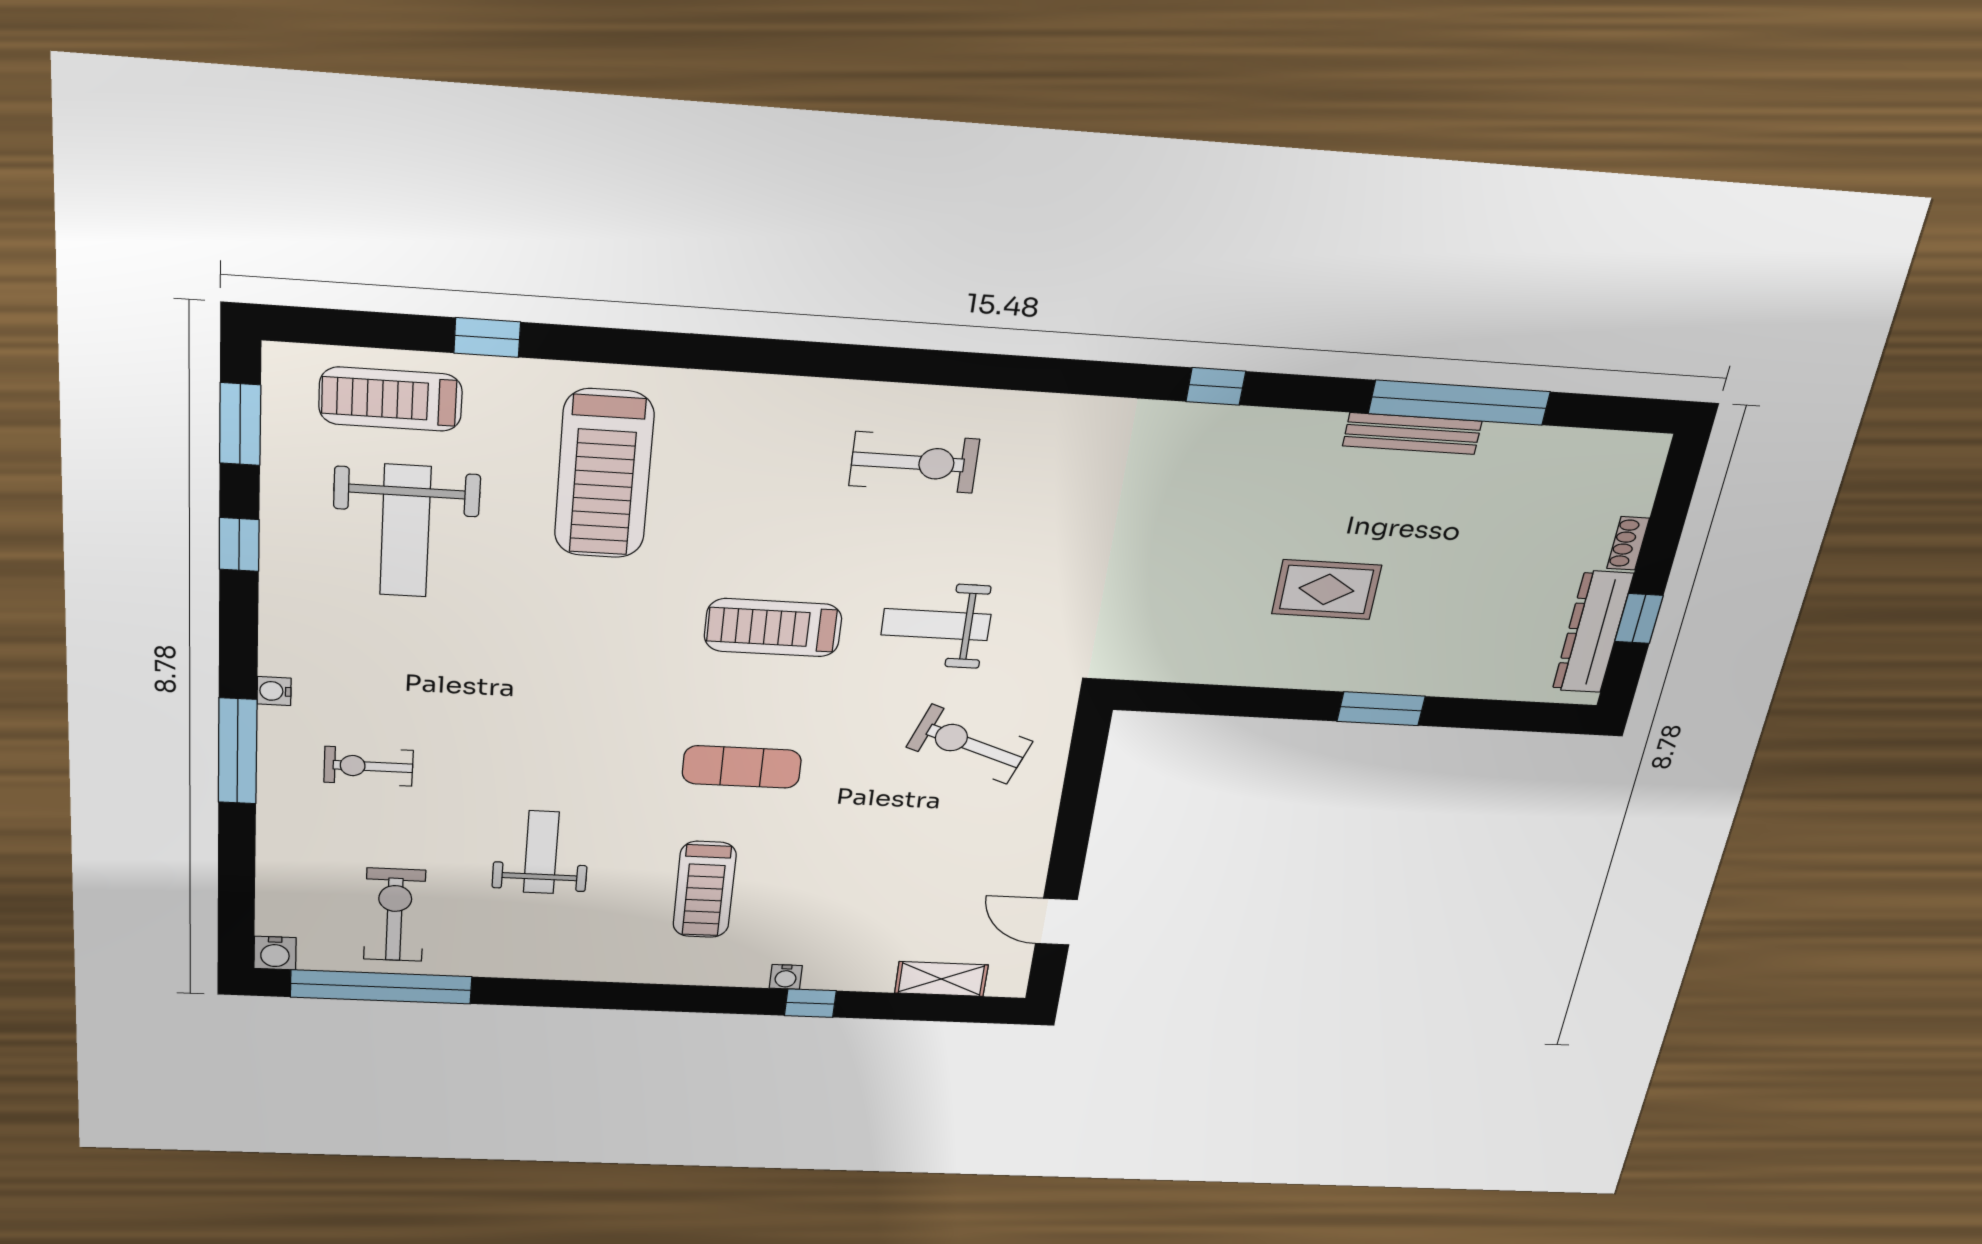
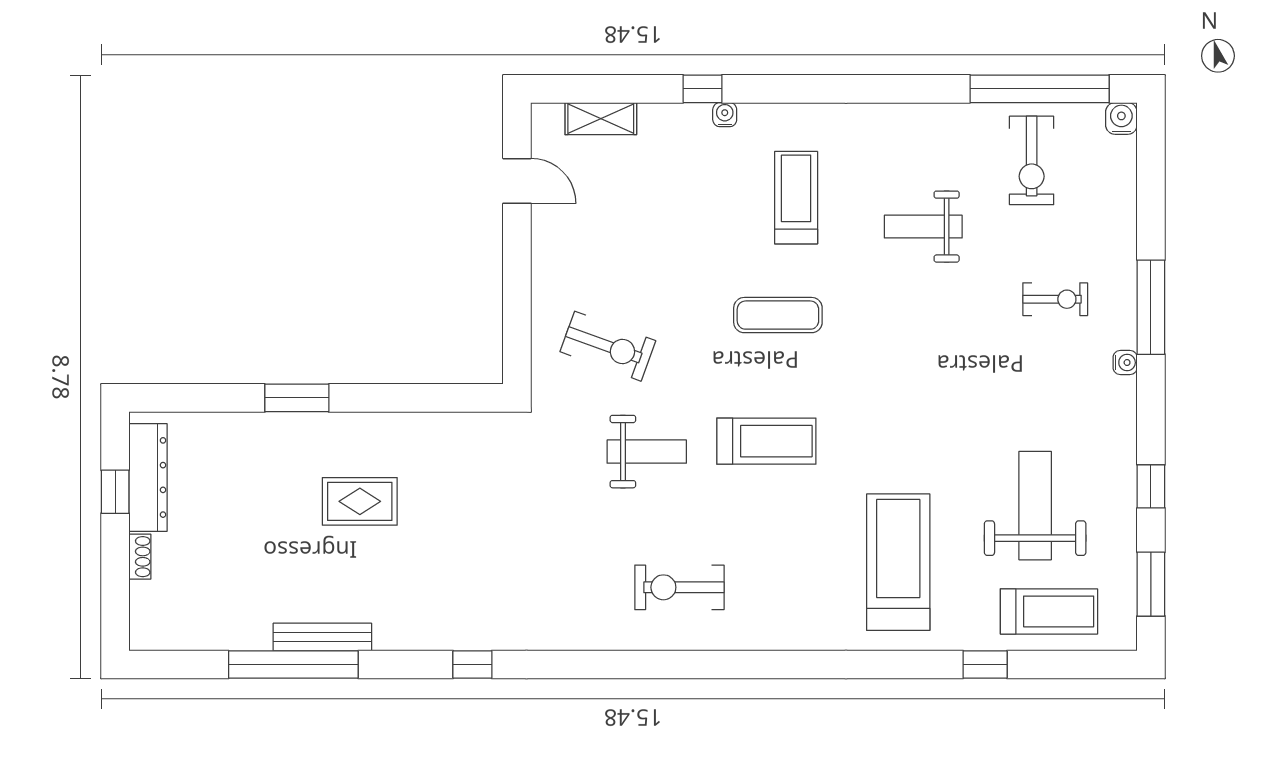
weight bench: (541, 852) -> (923, 227), turned 90

